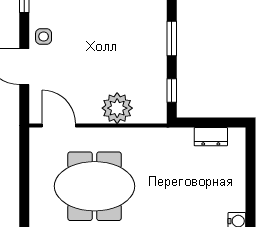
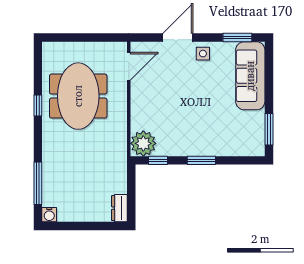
plant: (117, 108) -> (143, 143), moved
dresser: (211, 137) -> (119, 208), moved

